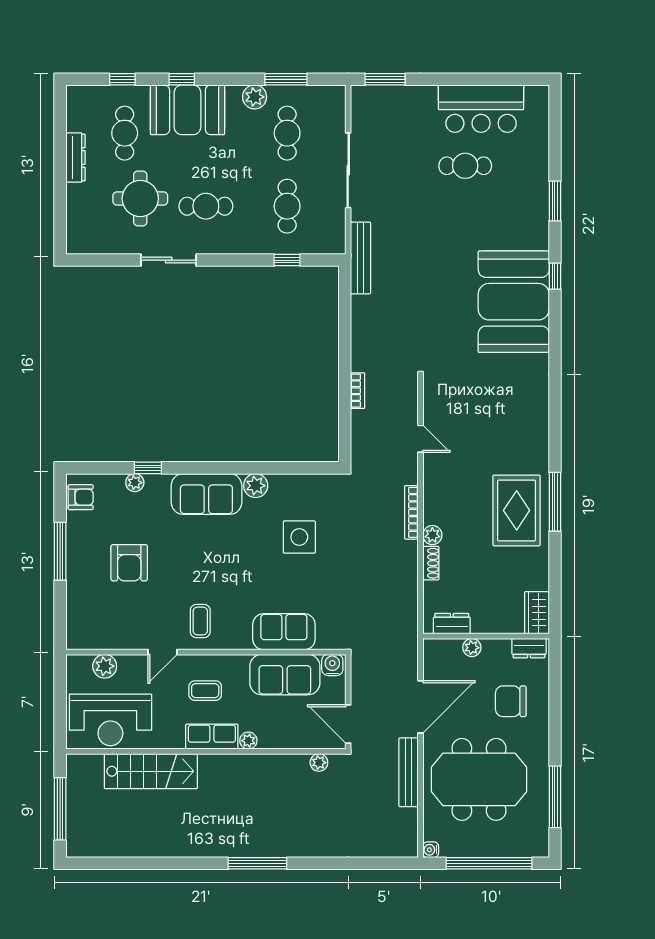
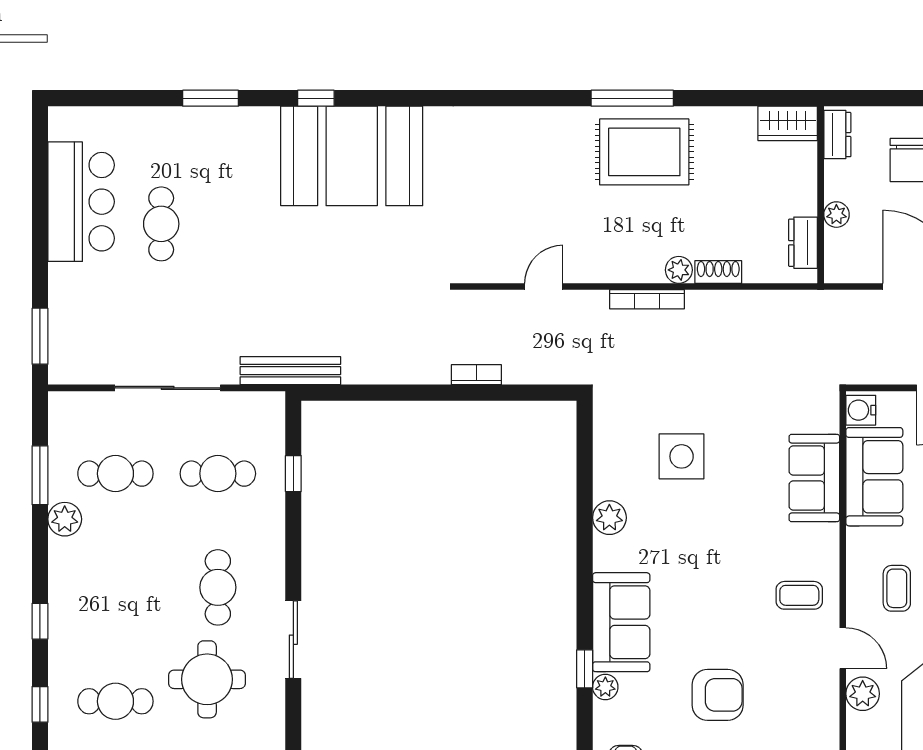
booth: (187, 110) -> (83, 613), removed
sofa: (206, 494) -> (621, 622), moved
plant: (105, 666) -> (863, 694), moved

